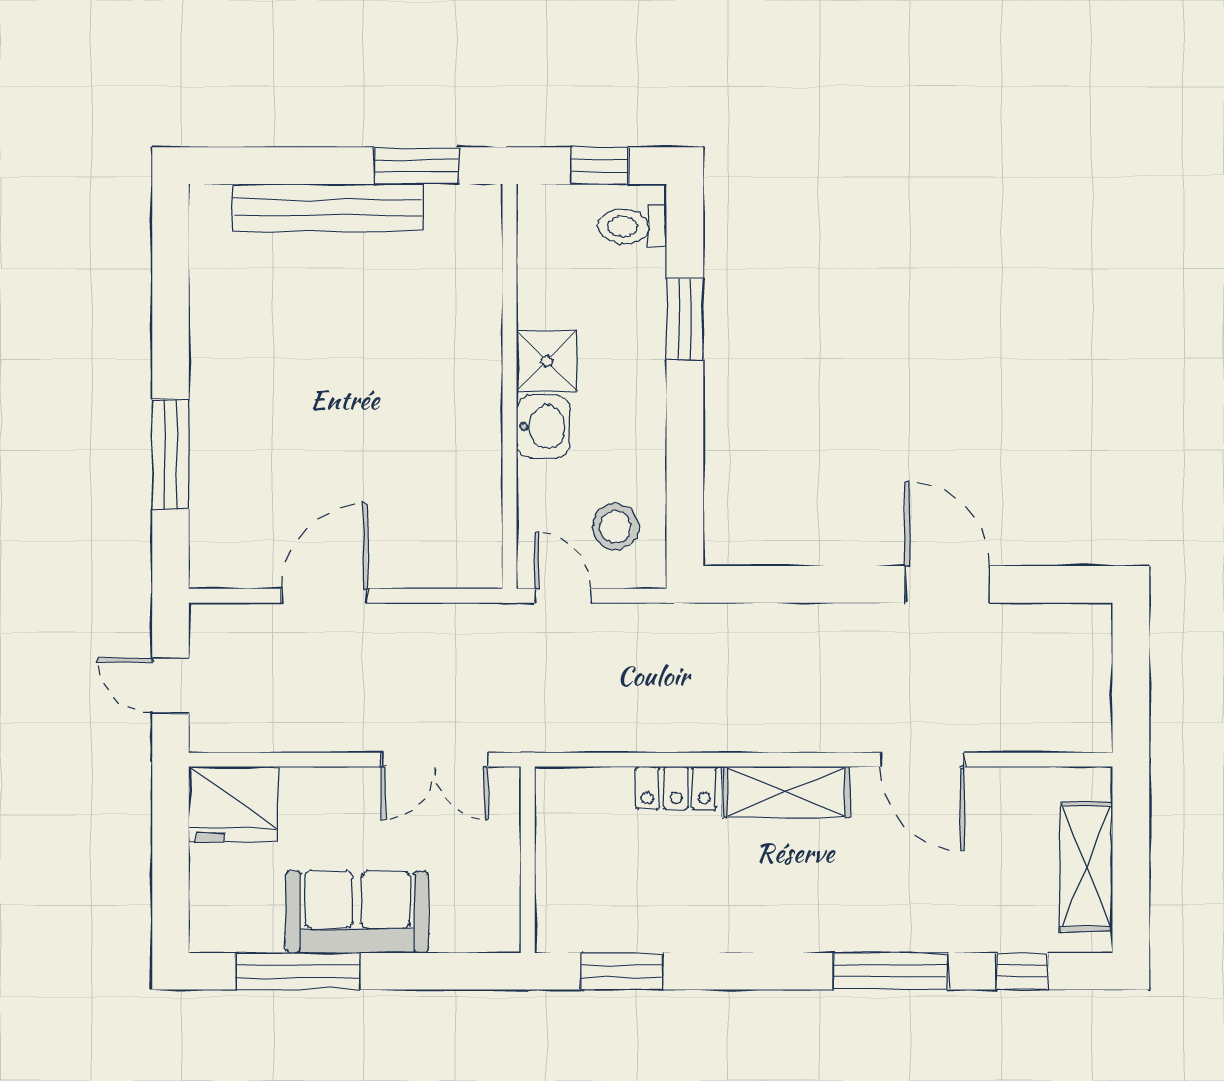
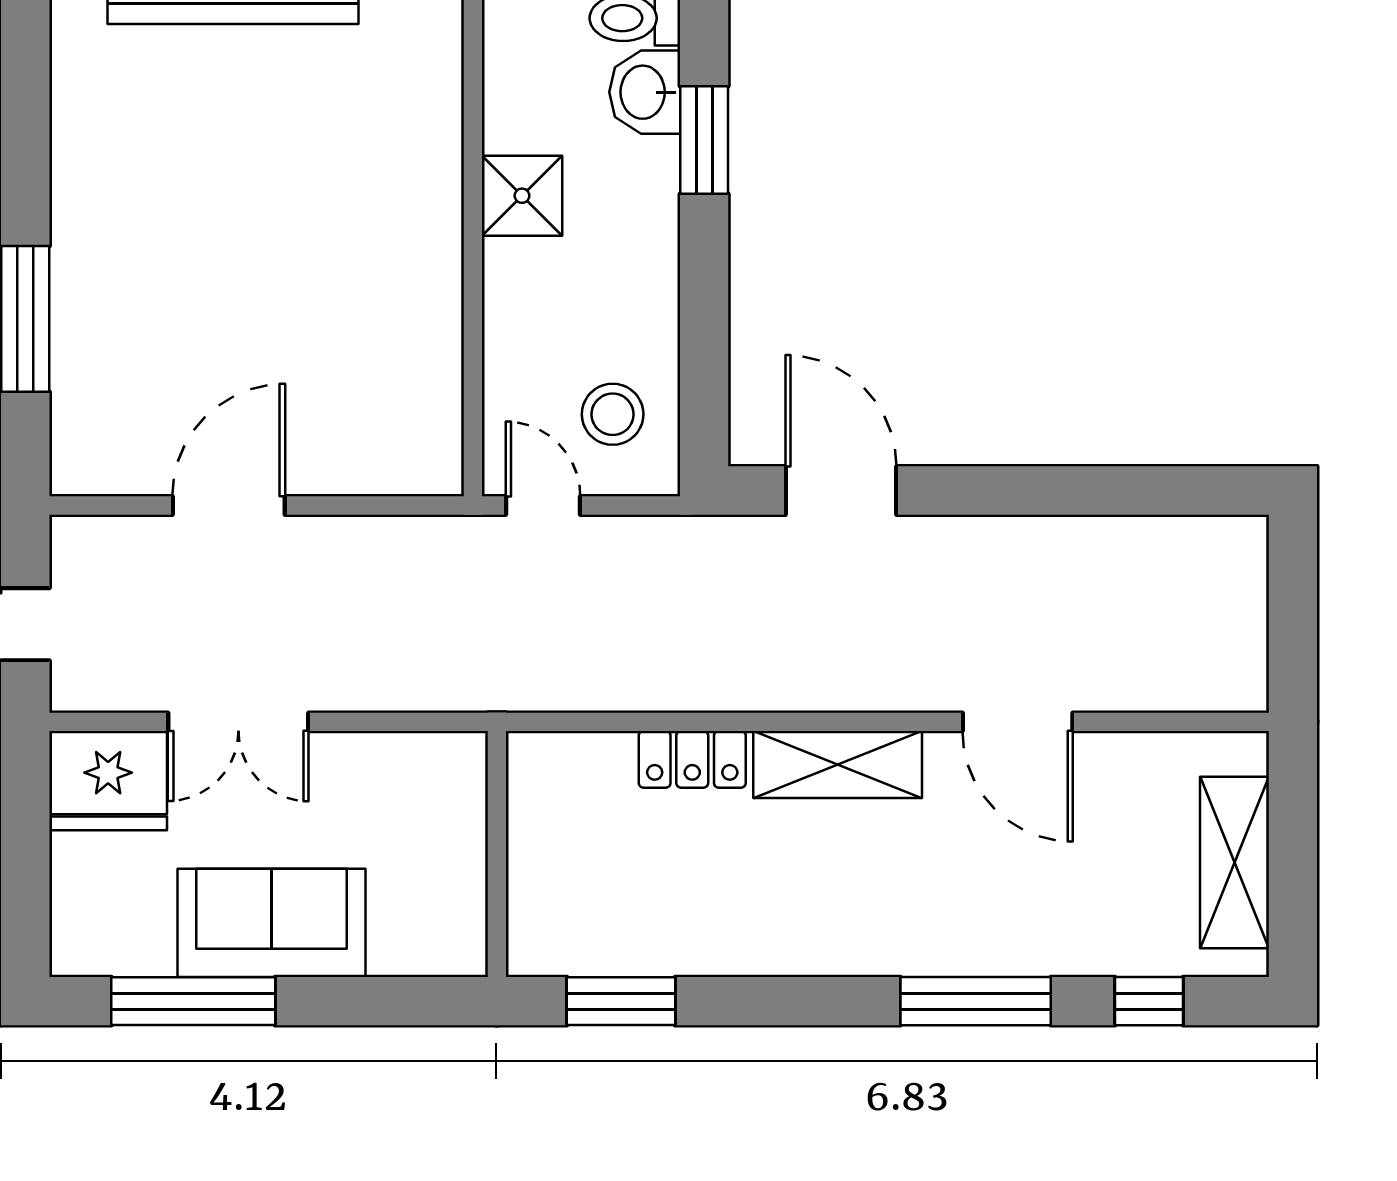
washbasin: (543, 427) -> (645, 92), moved, turned 180
door: (947, 584) -> (841, 490), moved
double door: (435, 760) -> (238, 722), moved

